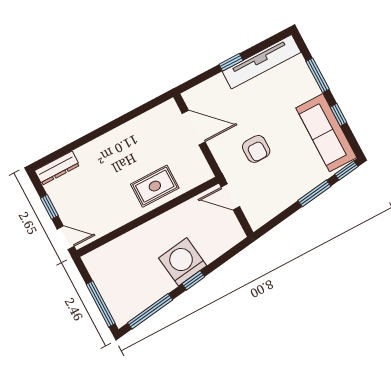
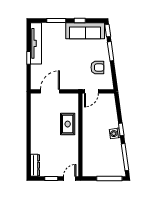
armchair: (256, 149) -> (97, 67), moved
washing machine: (183, 262) -> (115, 133), width x0.53, depth x0.53

